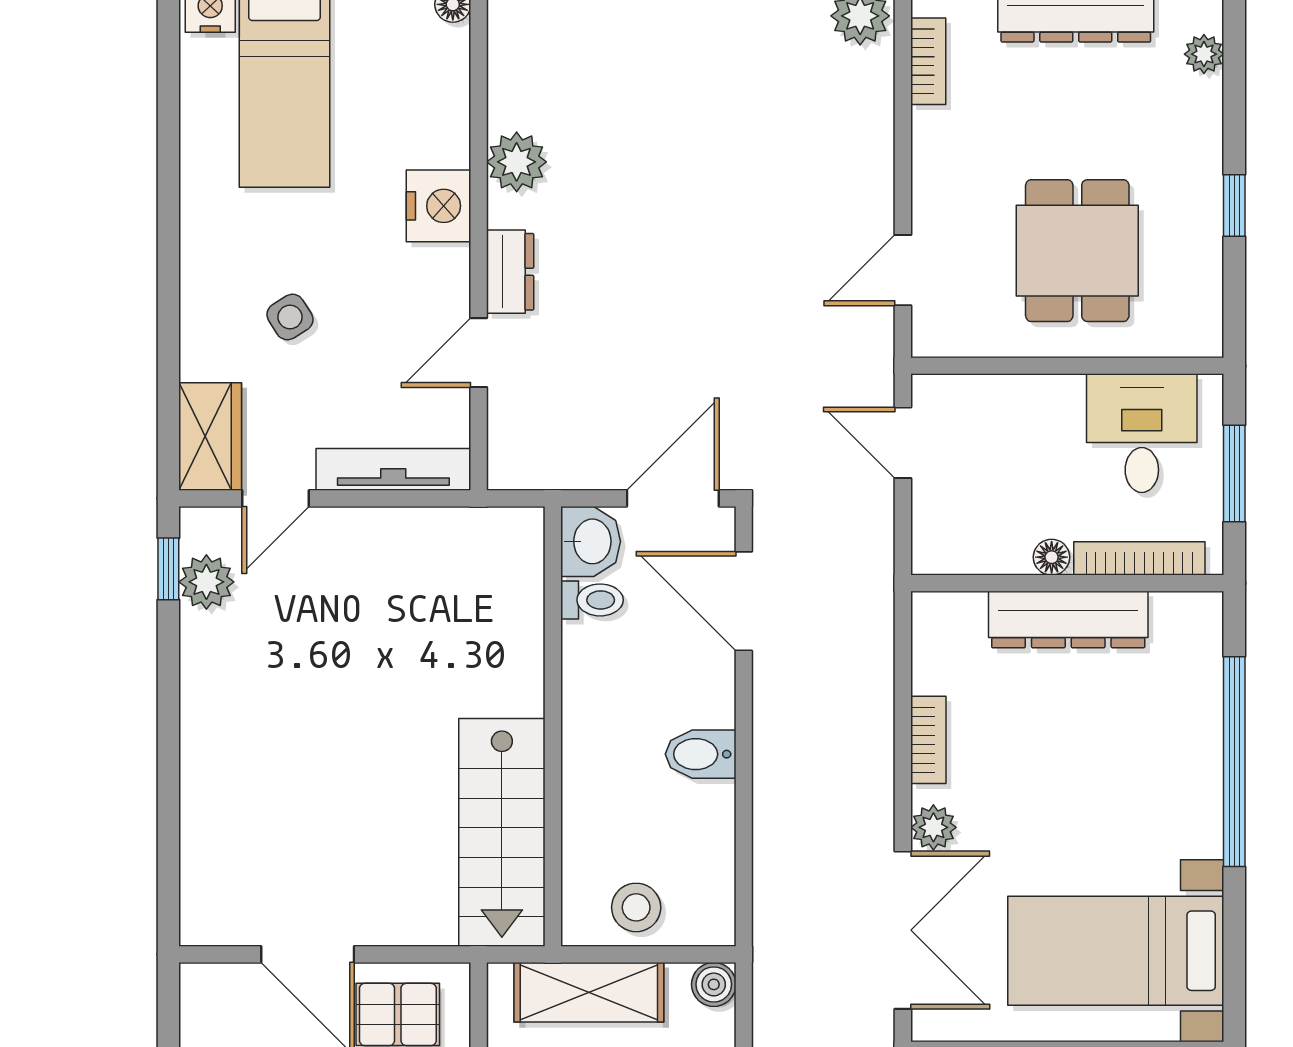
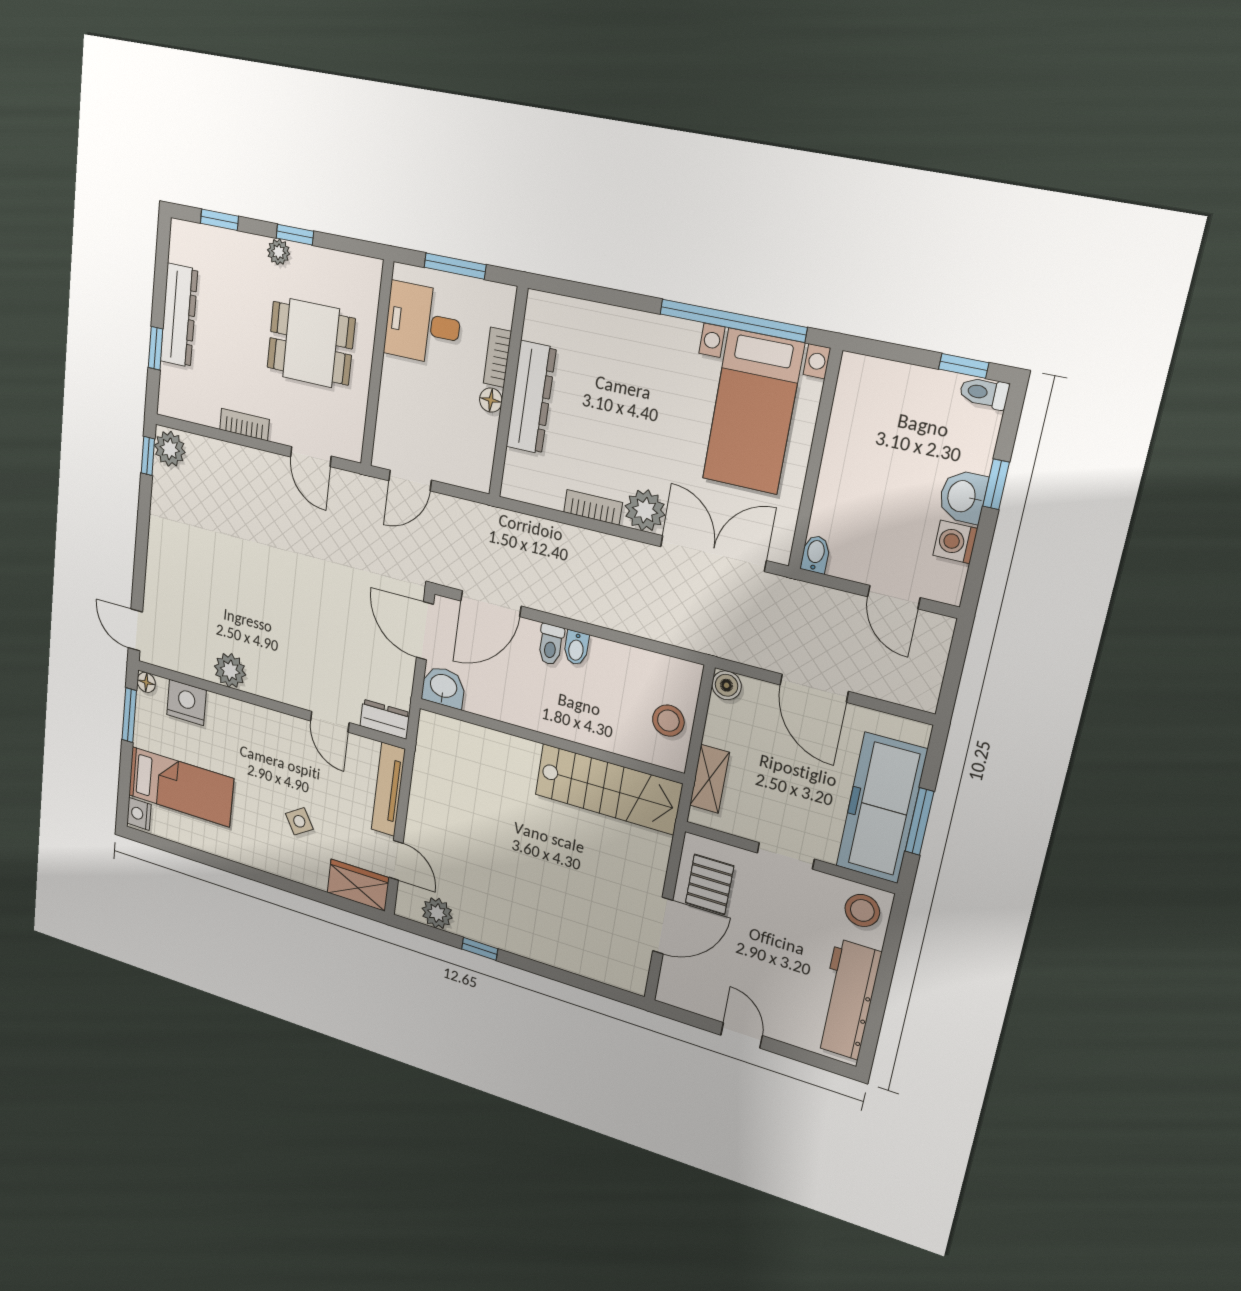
plant: (1204, 54) -> (279, 252), moved
bookcase: (928, 61) -> (244, 425), moved
window: (1234, 73) -> (219, 220), added
nightstand: (438, 206) -> (186, 702), moved
dresser: (510, 272) -> (385, 719), moved
bookcase: (1139, 558) -> (497, 357), width x0.64
window: (168, 569) -> (480, 949), moved
toilet: (592, 600) -> (551, 644), moved, turned 180
bidet: (701, 754) -> (576, 648), width x0.72, depth x0.74
window: (1234, 762) -> (733, 321), moved
plant: (933, 827) -> (645, 510), width x1.38, depth x1.38
shelving: (589, 992) -> (709, 779), width x0.67, depth x0.75

